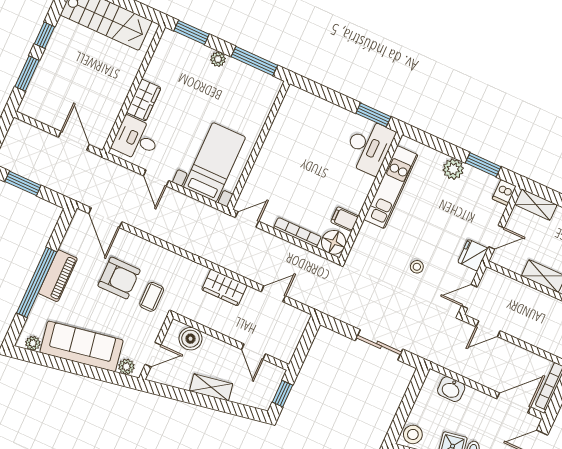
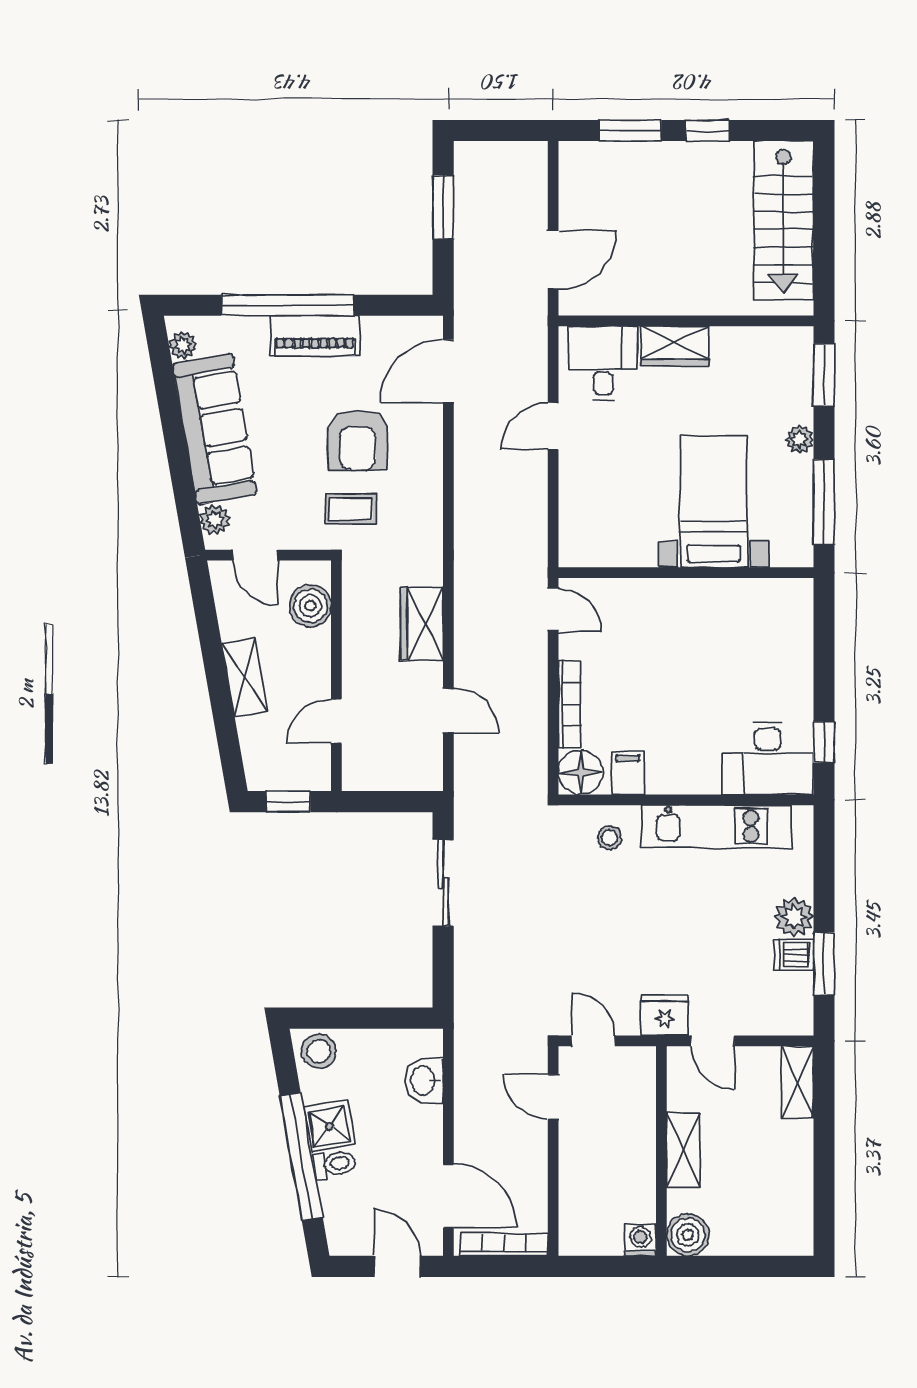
window: (373, 115) -> (824, 742), width x0.67
bed with nightstands: (214, 162) -> (714, 502), moved, turned -90
dishwasher: (504, 193) -> (794, 955), moved
stool: (417, 267) -> (609, 837), moved
sliding door: (379, 345) -> (443, 883), moved

